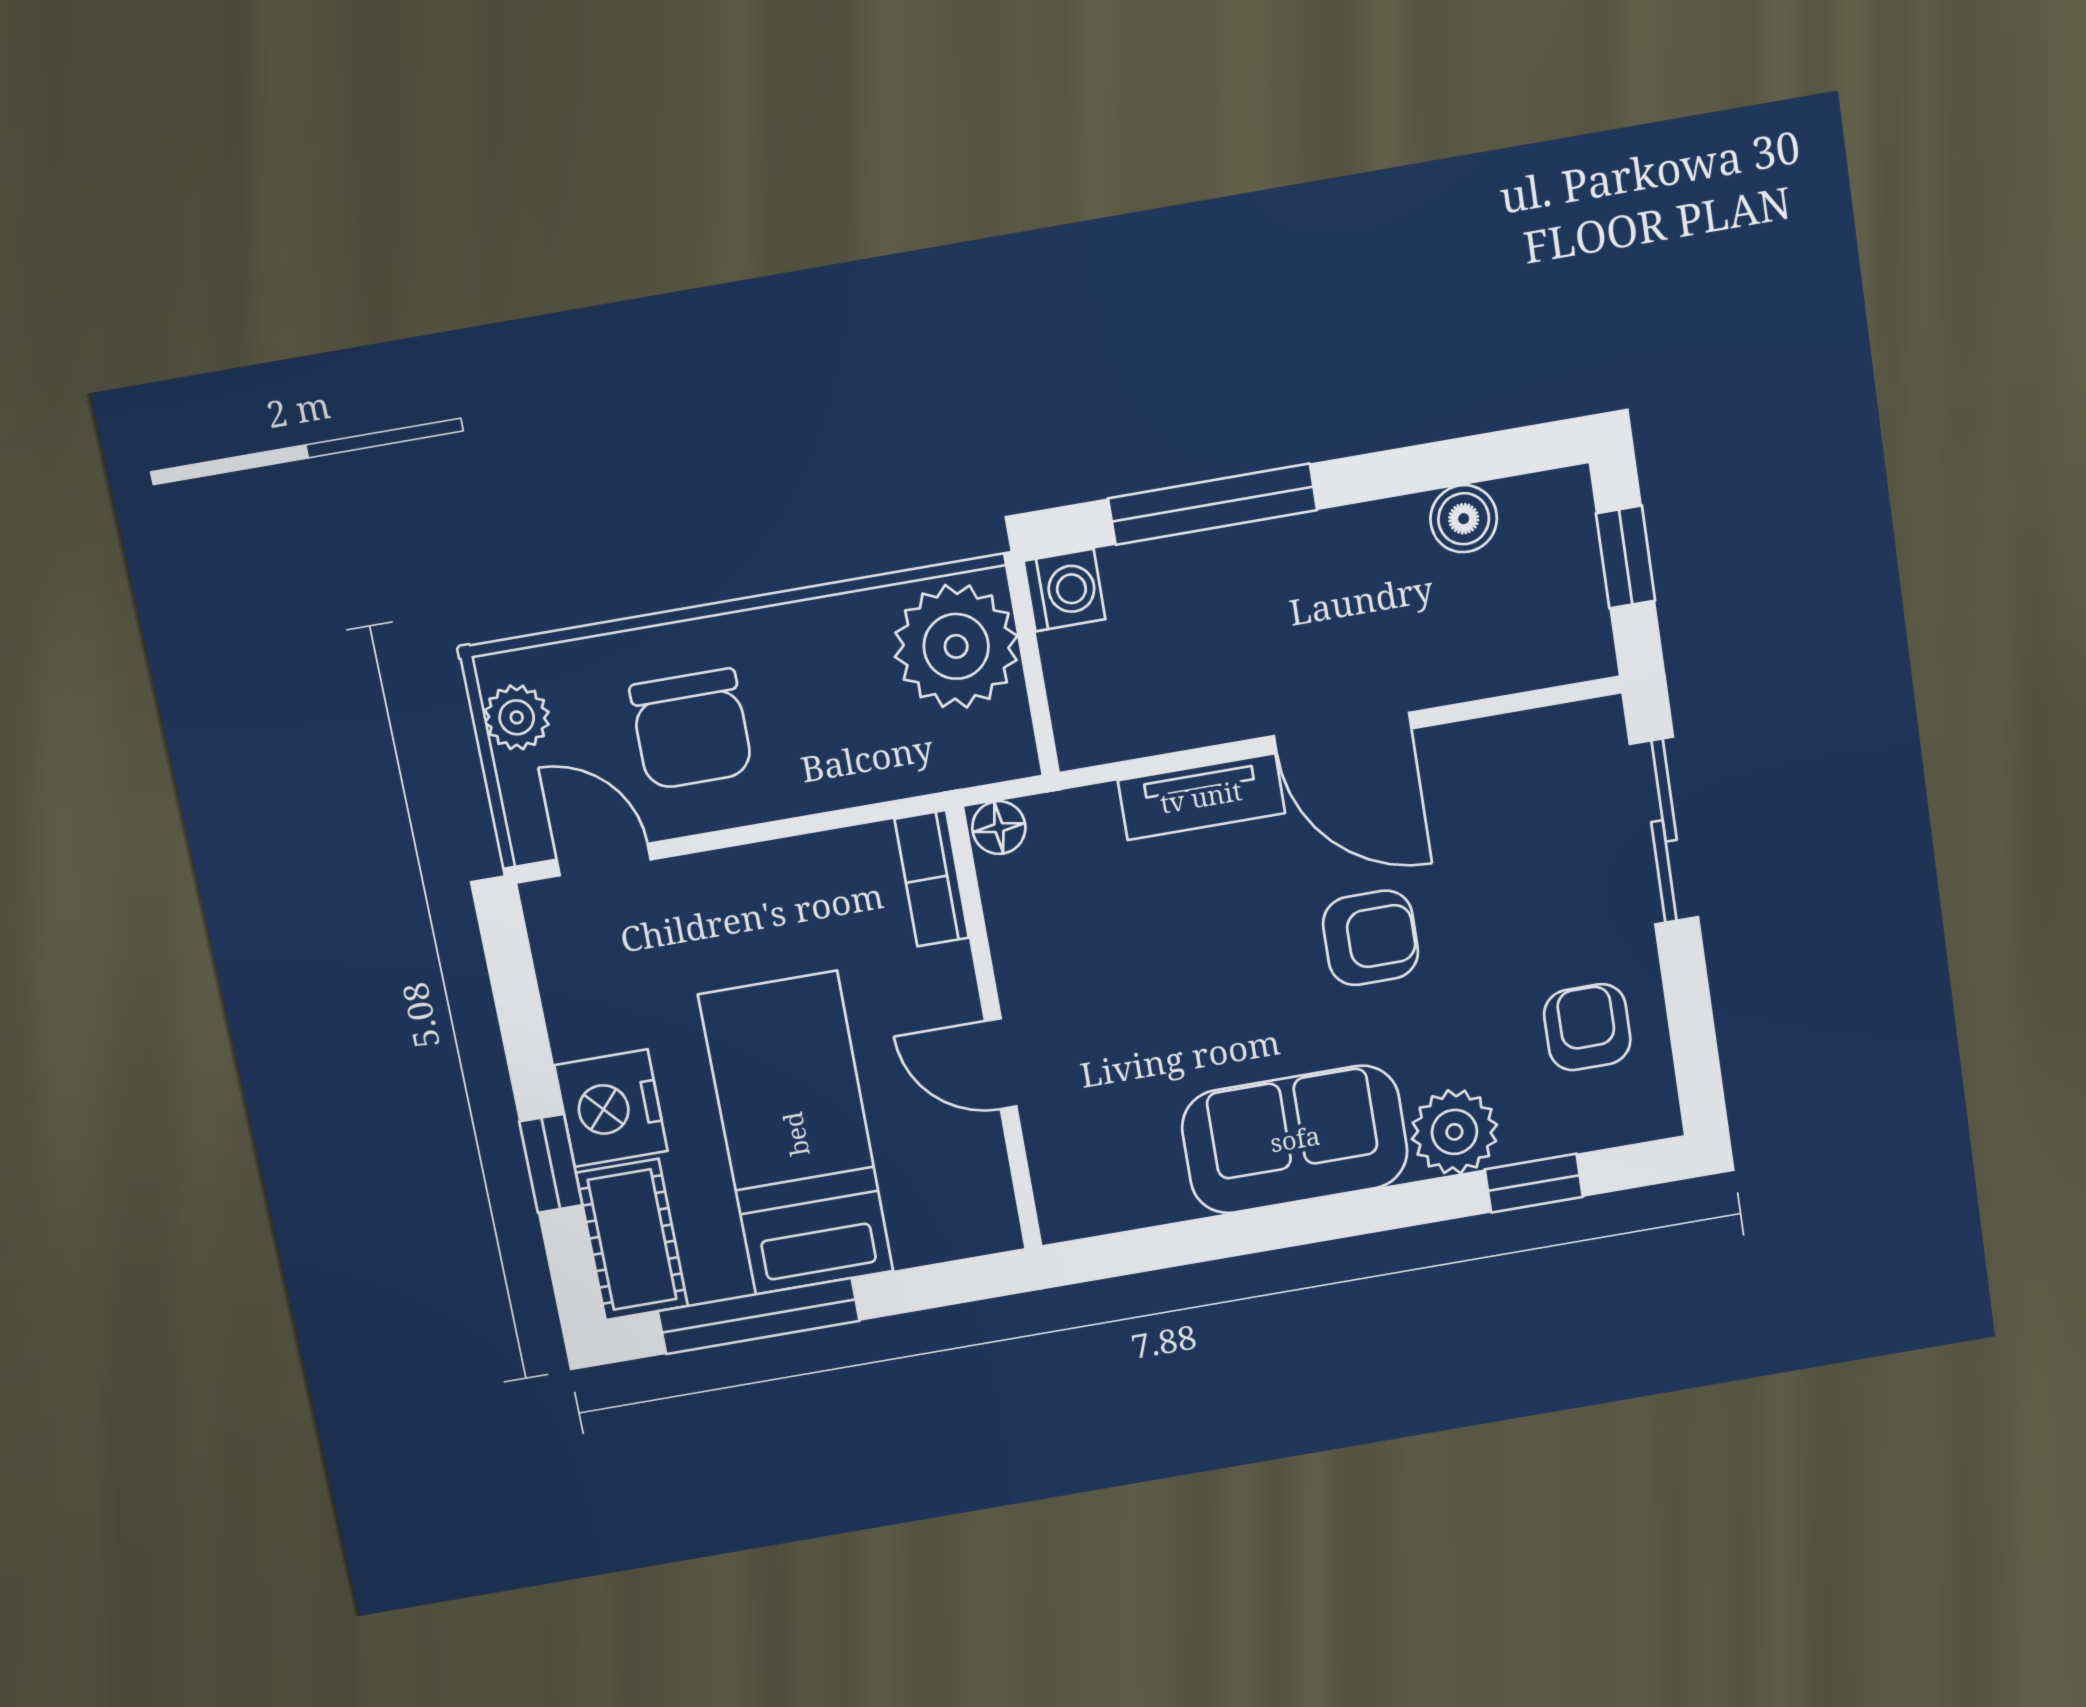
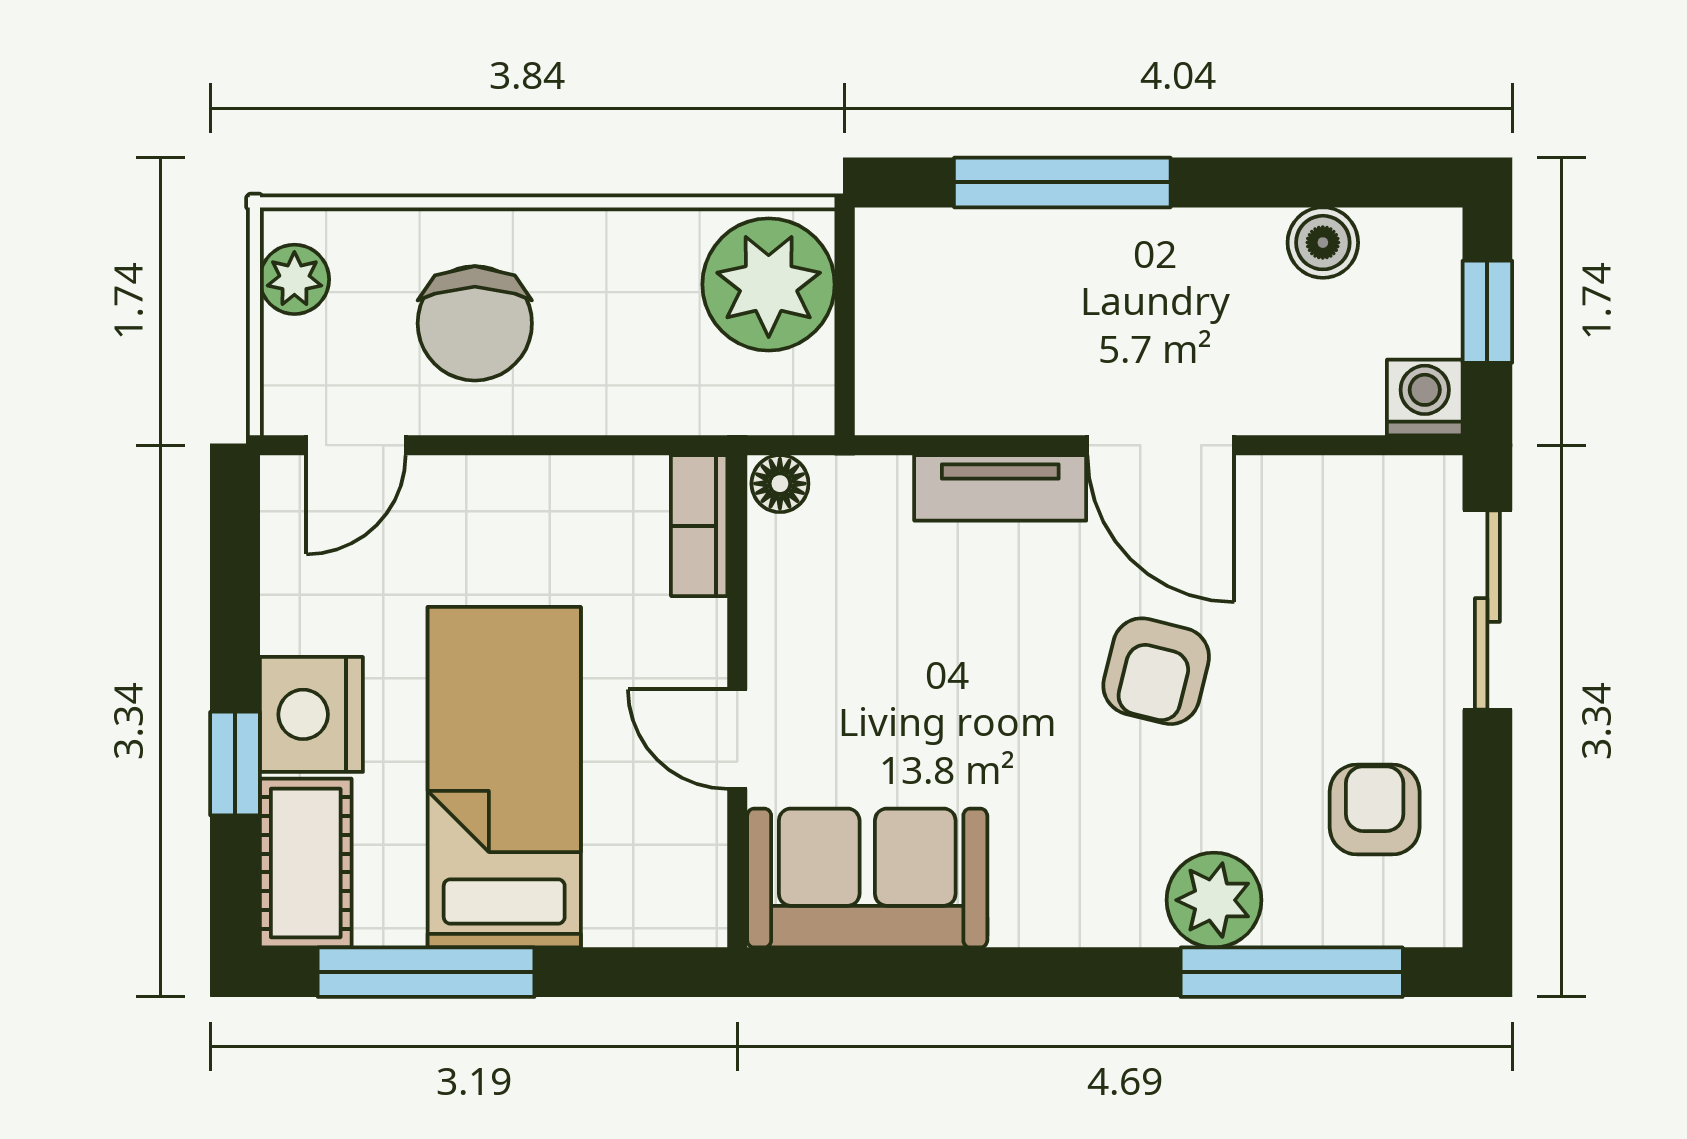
washing machine: (1064, 590) -> (1425, 397), moved, turned -90
door: (604, 860) -> (356, 445), swing flipped
armchair: (1371, 938) -> (1156, 671), turned 104
sofa: (1295, 1139) -> (867, 878), moved
window: (1534, 1183) -> (1292, 972), width x2.17

